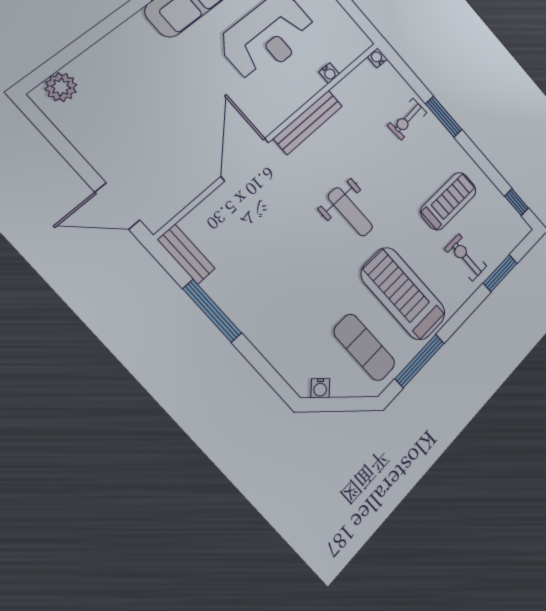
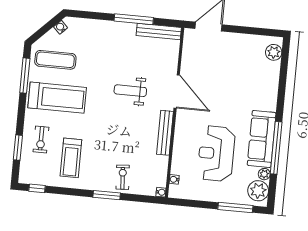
water cooler: (329, 73) -> (174, 179), moved
weight bench: (350, 212) -> (130, 91), moved
bench: (186, 254) -> (159, 32), width x1.36
exercise bike: (466, 257) -> (41, 140), turned 90

